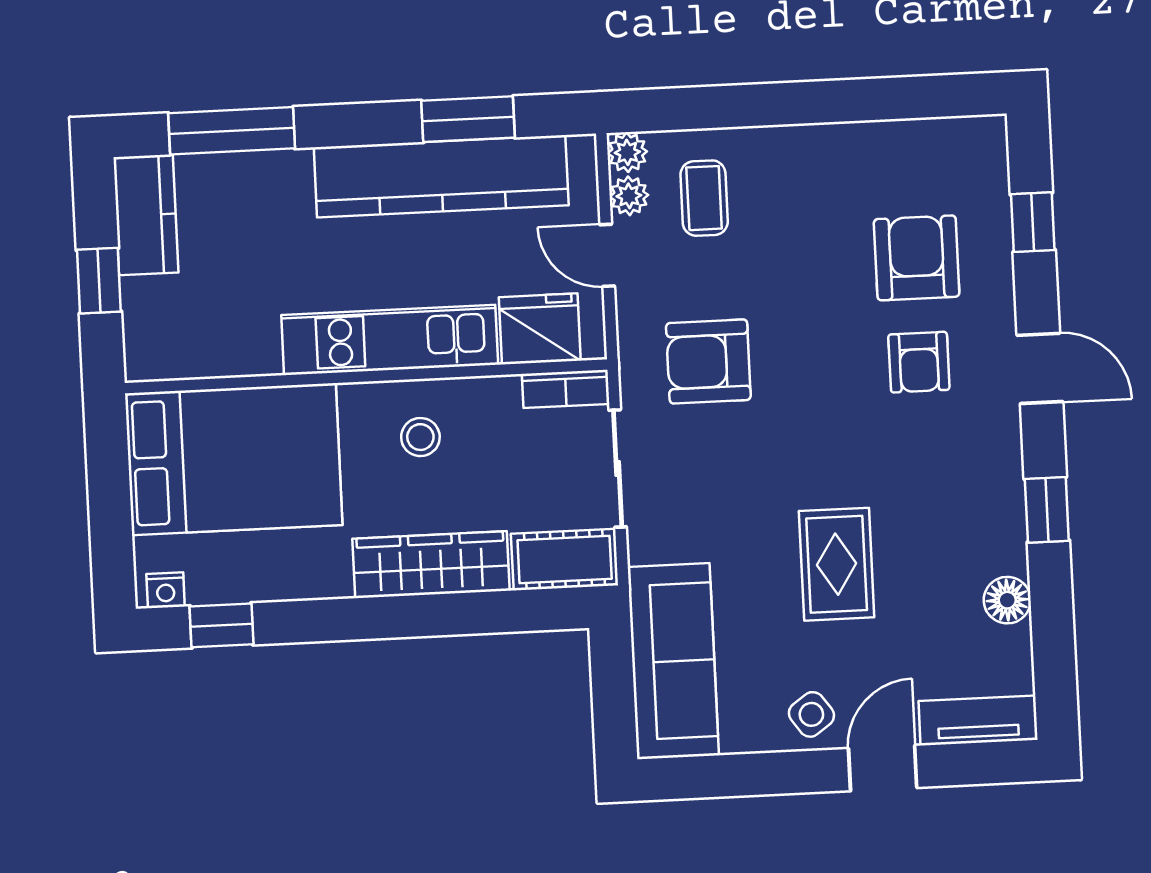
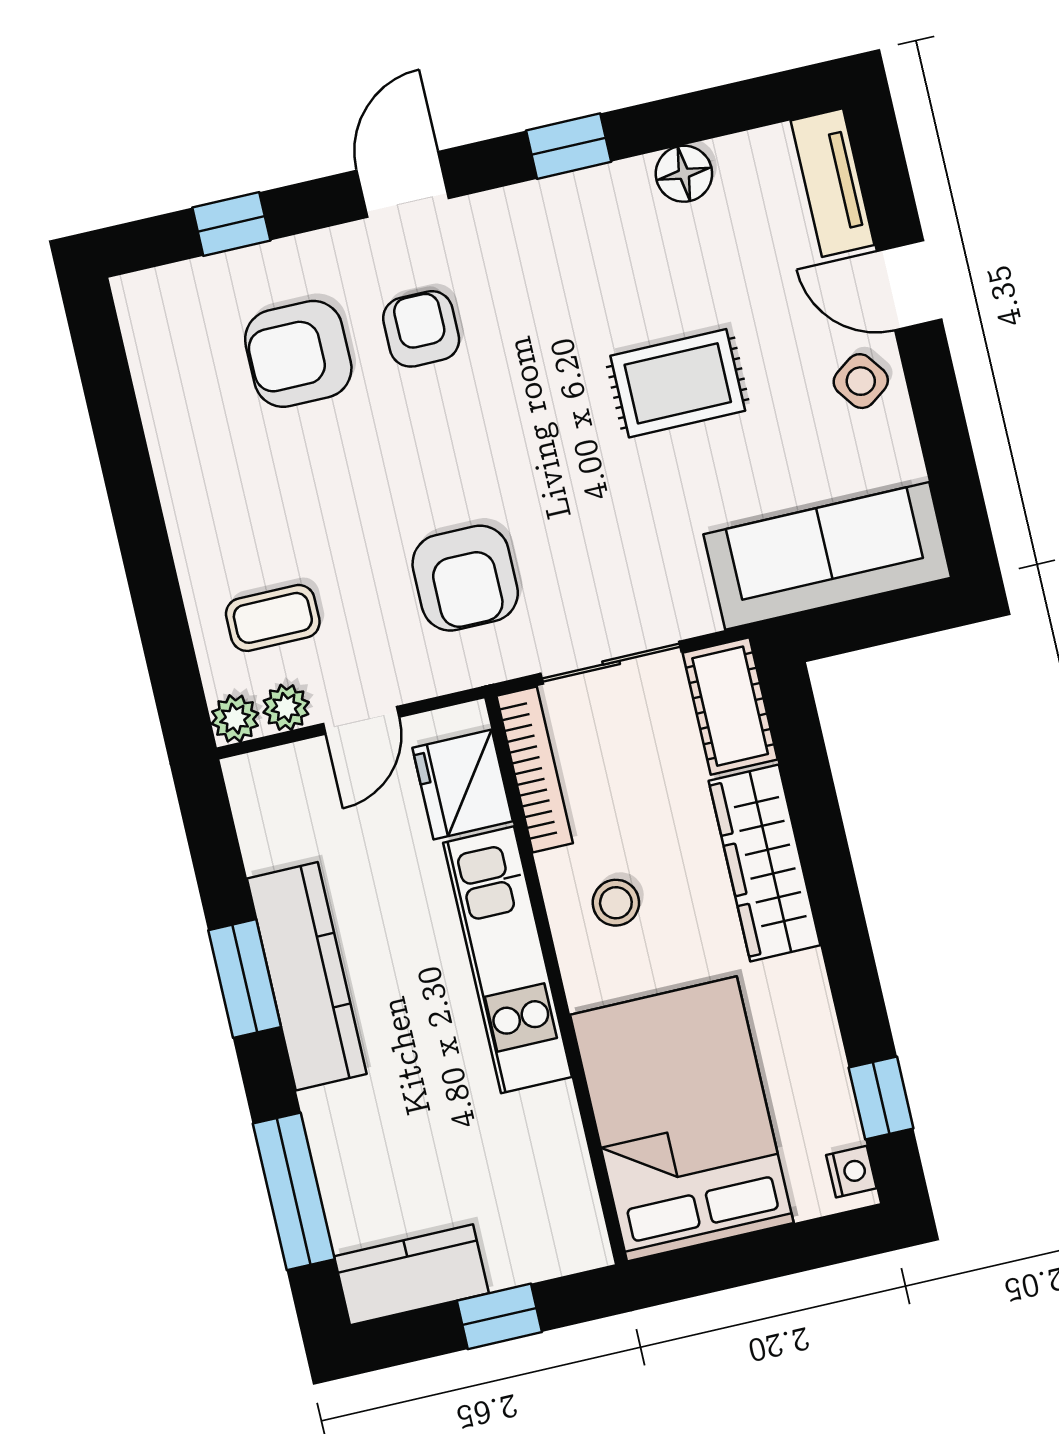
window: (468, 119) -> (245, 979), moved
kitchen counter: (441, 176) -> (307, 976), width x0.72, depth x0.86
armchair: (919, 362) -> (421, 329), turned -90
bookcase: (566, 389) -> (535, 769), width x1.56

